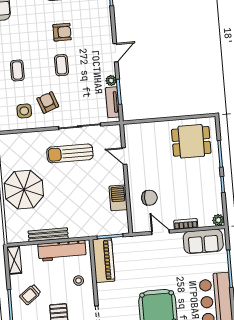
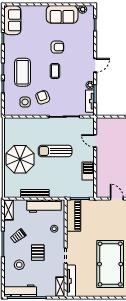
coffee table: (17, 70) -> (22, 72), width x1.86, depth x1.72
sun lounger: (70, 153) -> (55, 151), moved
chair: (149, 198) -> (111, 173), removed

